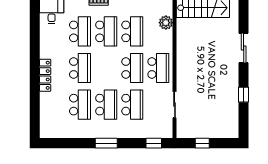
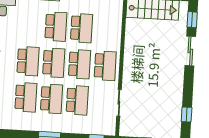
window: (244, 16) -> (192, 20), added
plant: (166, 23) -> (115, 21), removed
school desk: (80, 31) -> (54, 63), moved
window: (244, 95) -> (187, 114), moved

